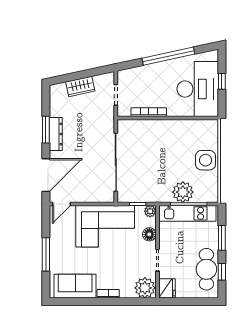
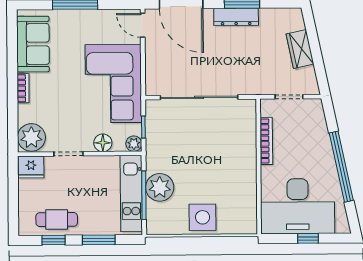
cafe table: (206, 269) -> (57, 220), width x0.73, depth x0.74

